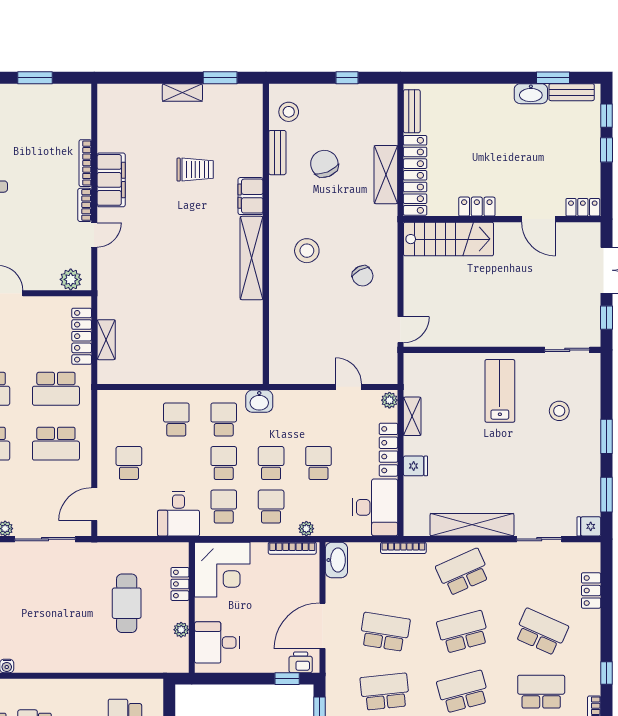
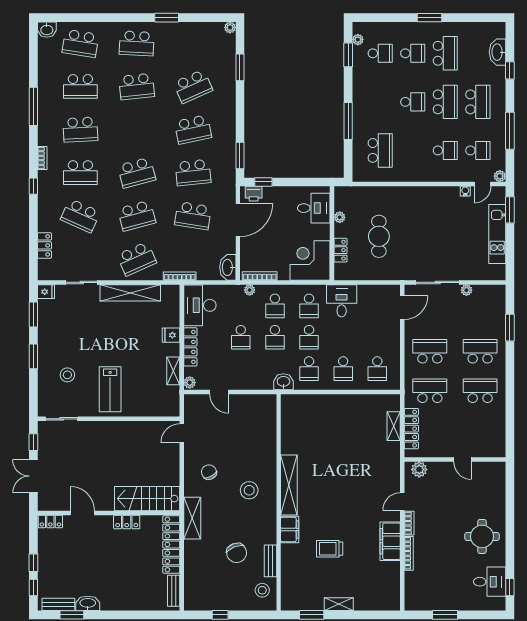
shelving: (386, 175) -> (192, 518), moved
school desk: (129, 463) -> (377, 369), moved

